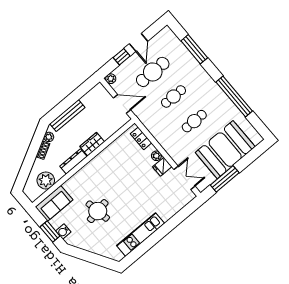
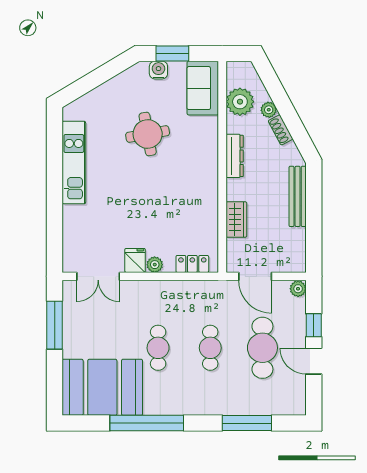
door: (122, 104) -> (255, 276), hinge flipped
plant: (49, 137) -> (269, 110), moved
wardrobe: (92, 144) -> (236, 219), moved
booth: (225, 150) -> (102, 387), moved, turned 90

